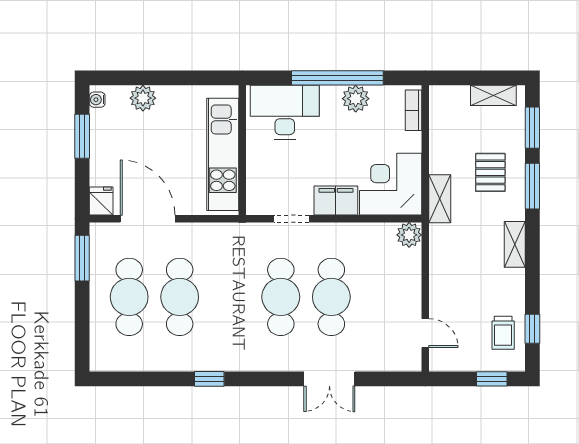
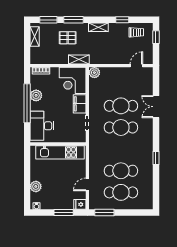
window: (82, 136) -> (64, 212), moved
door: (148, 219) -> (87, 184), width x0.53
window: (532, 329) -> (122, 20), moved
double door: (329, 379) -> (156, 107), swing flipped

